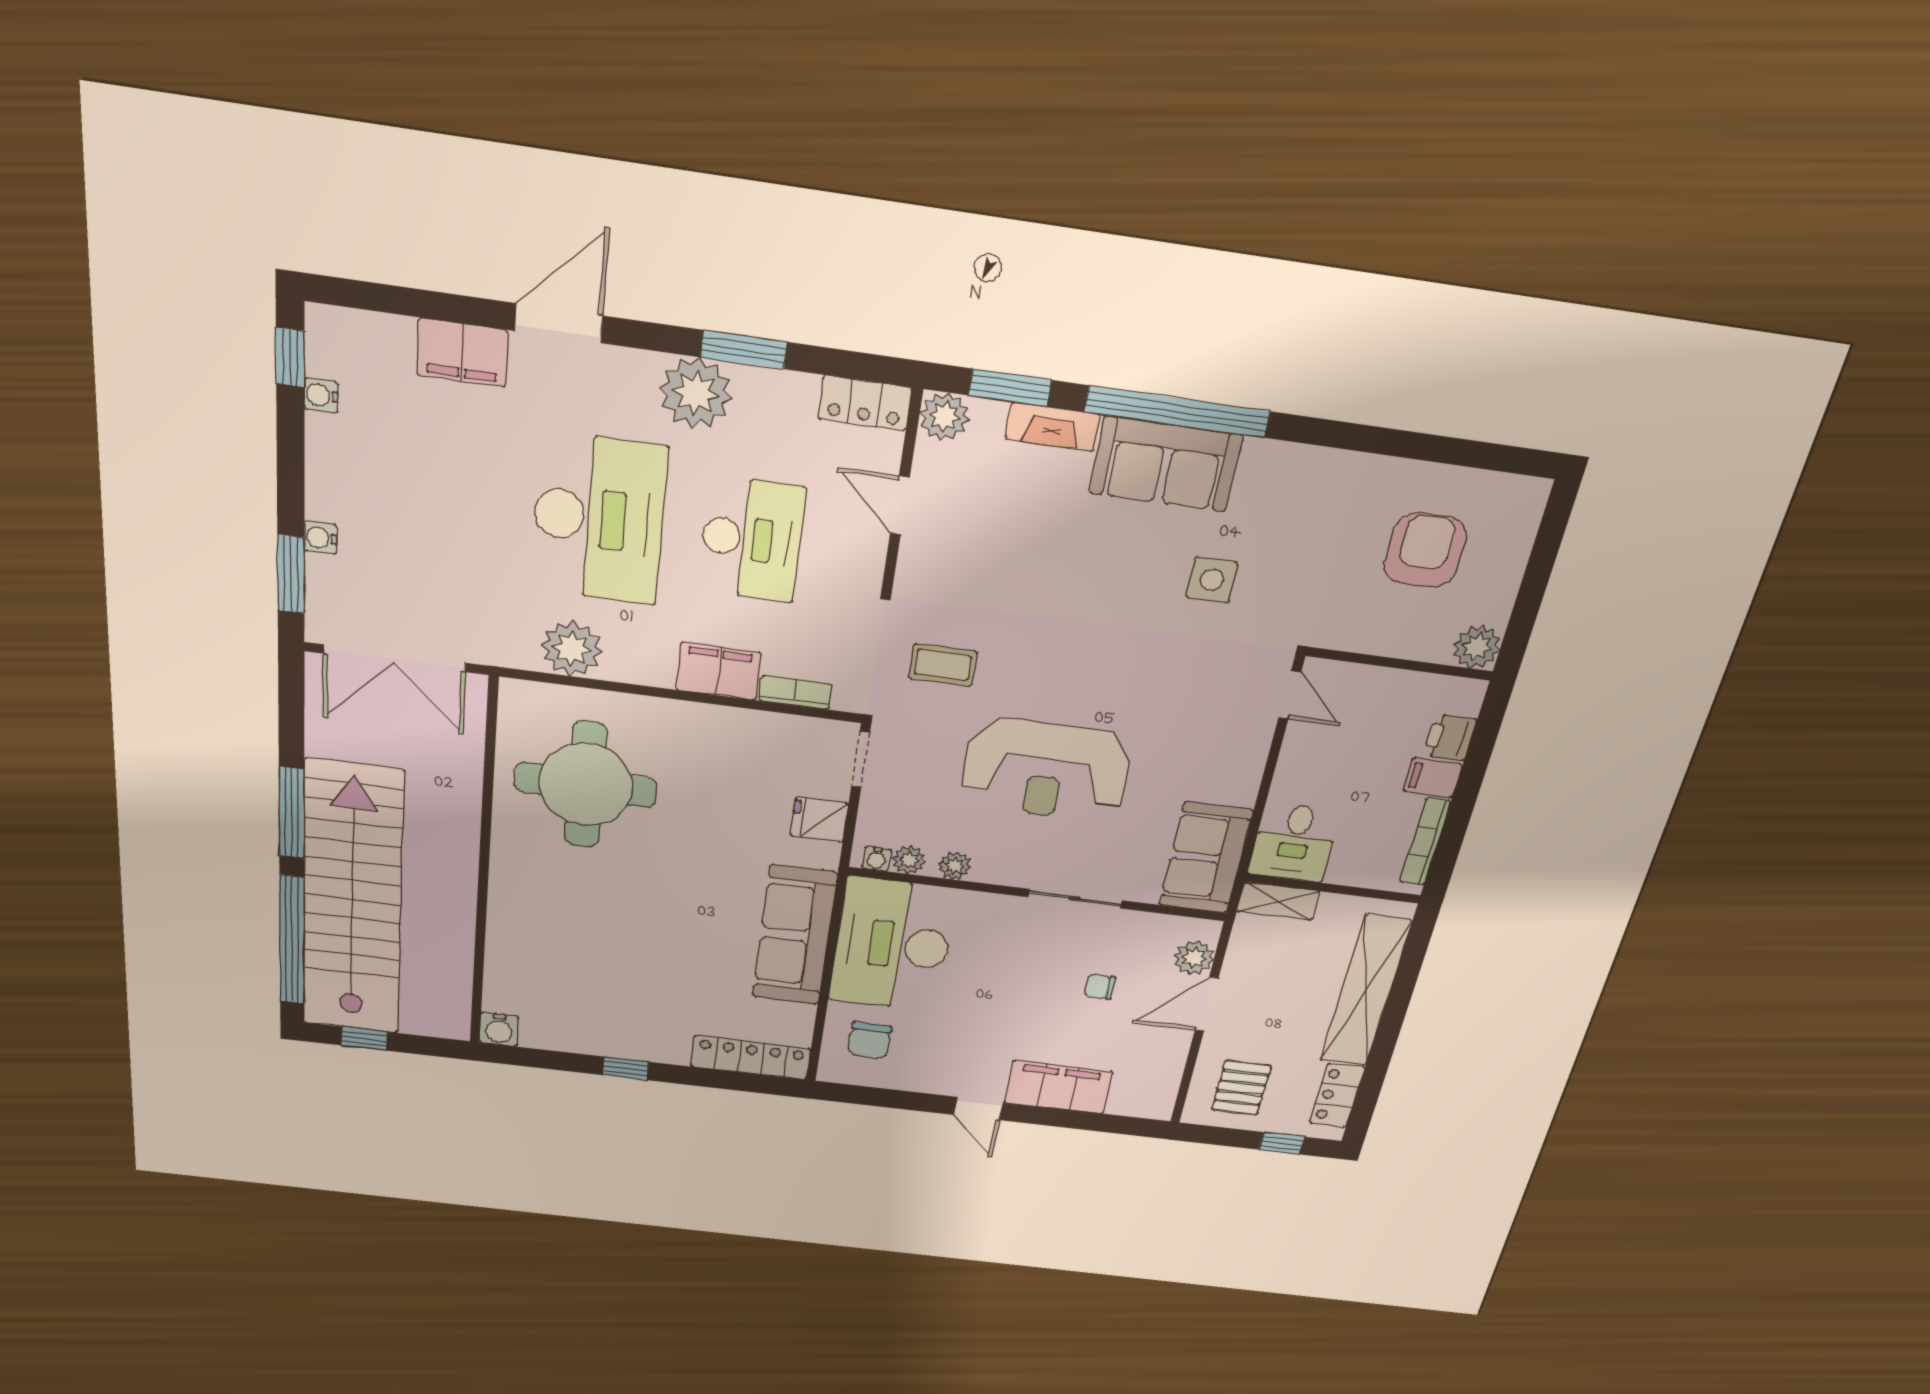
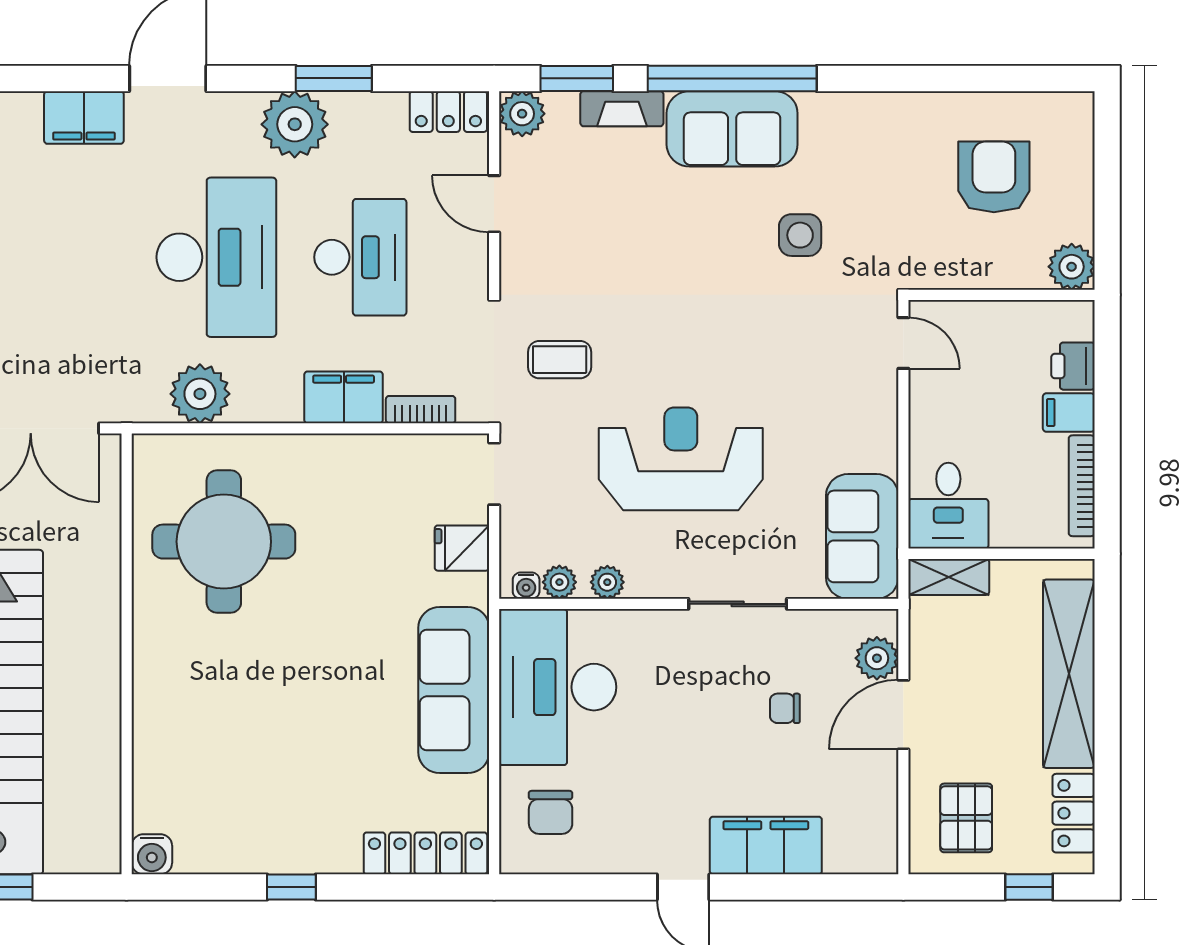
reception desk: (1046, 770) -> (681, 459), turned 180

